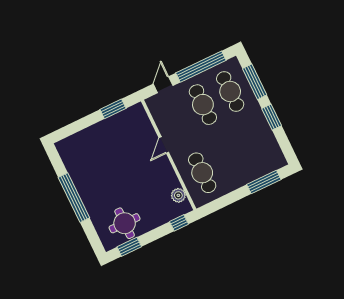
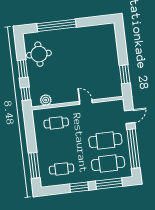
door: (163, 85) -> (130, 117), hinge flipped
cafe table: (257, 147) -> (62, 169), added
cafe table: (202, 173) -> (56, 123), width x0.73, depth x0.74
window: (74, 198) -> (56, 25), moved
window: (129, 247) -> (23, 69), moved

